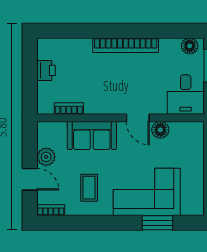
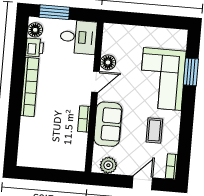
printer: (46, 70) -> (35, 48), moved, turned 90
bookcase: (69, 108) -> (84, 119), moved
plant: (46, 157) -> (108, 165), moved
coffee table: (89, 188) -> (154, 130), turned 90

